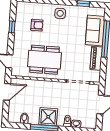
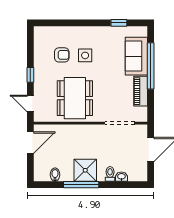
side table: (60, 13) -> (85, 55), moved
window: (12, 27) -> (30, 75), moved
dining table: (44, 60) -> (75, 98), turned 90

